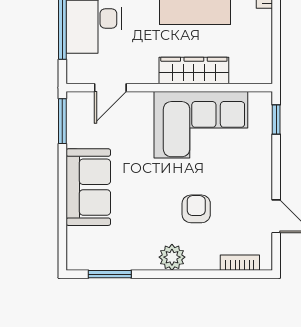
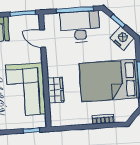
wardrobe: (194, 70) -> (56, 90), width x0.67

